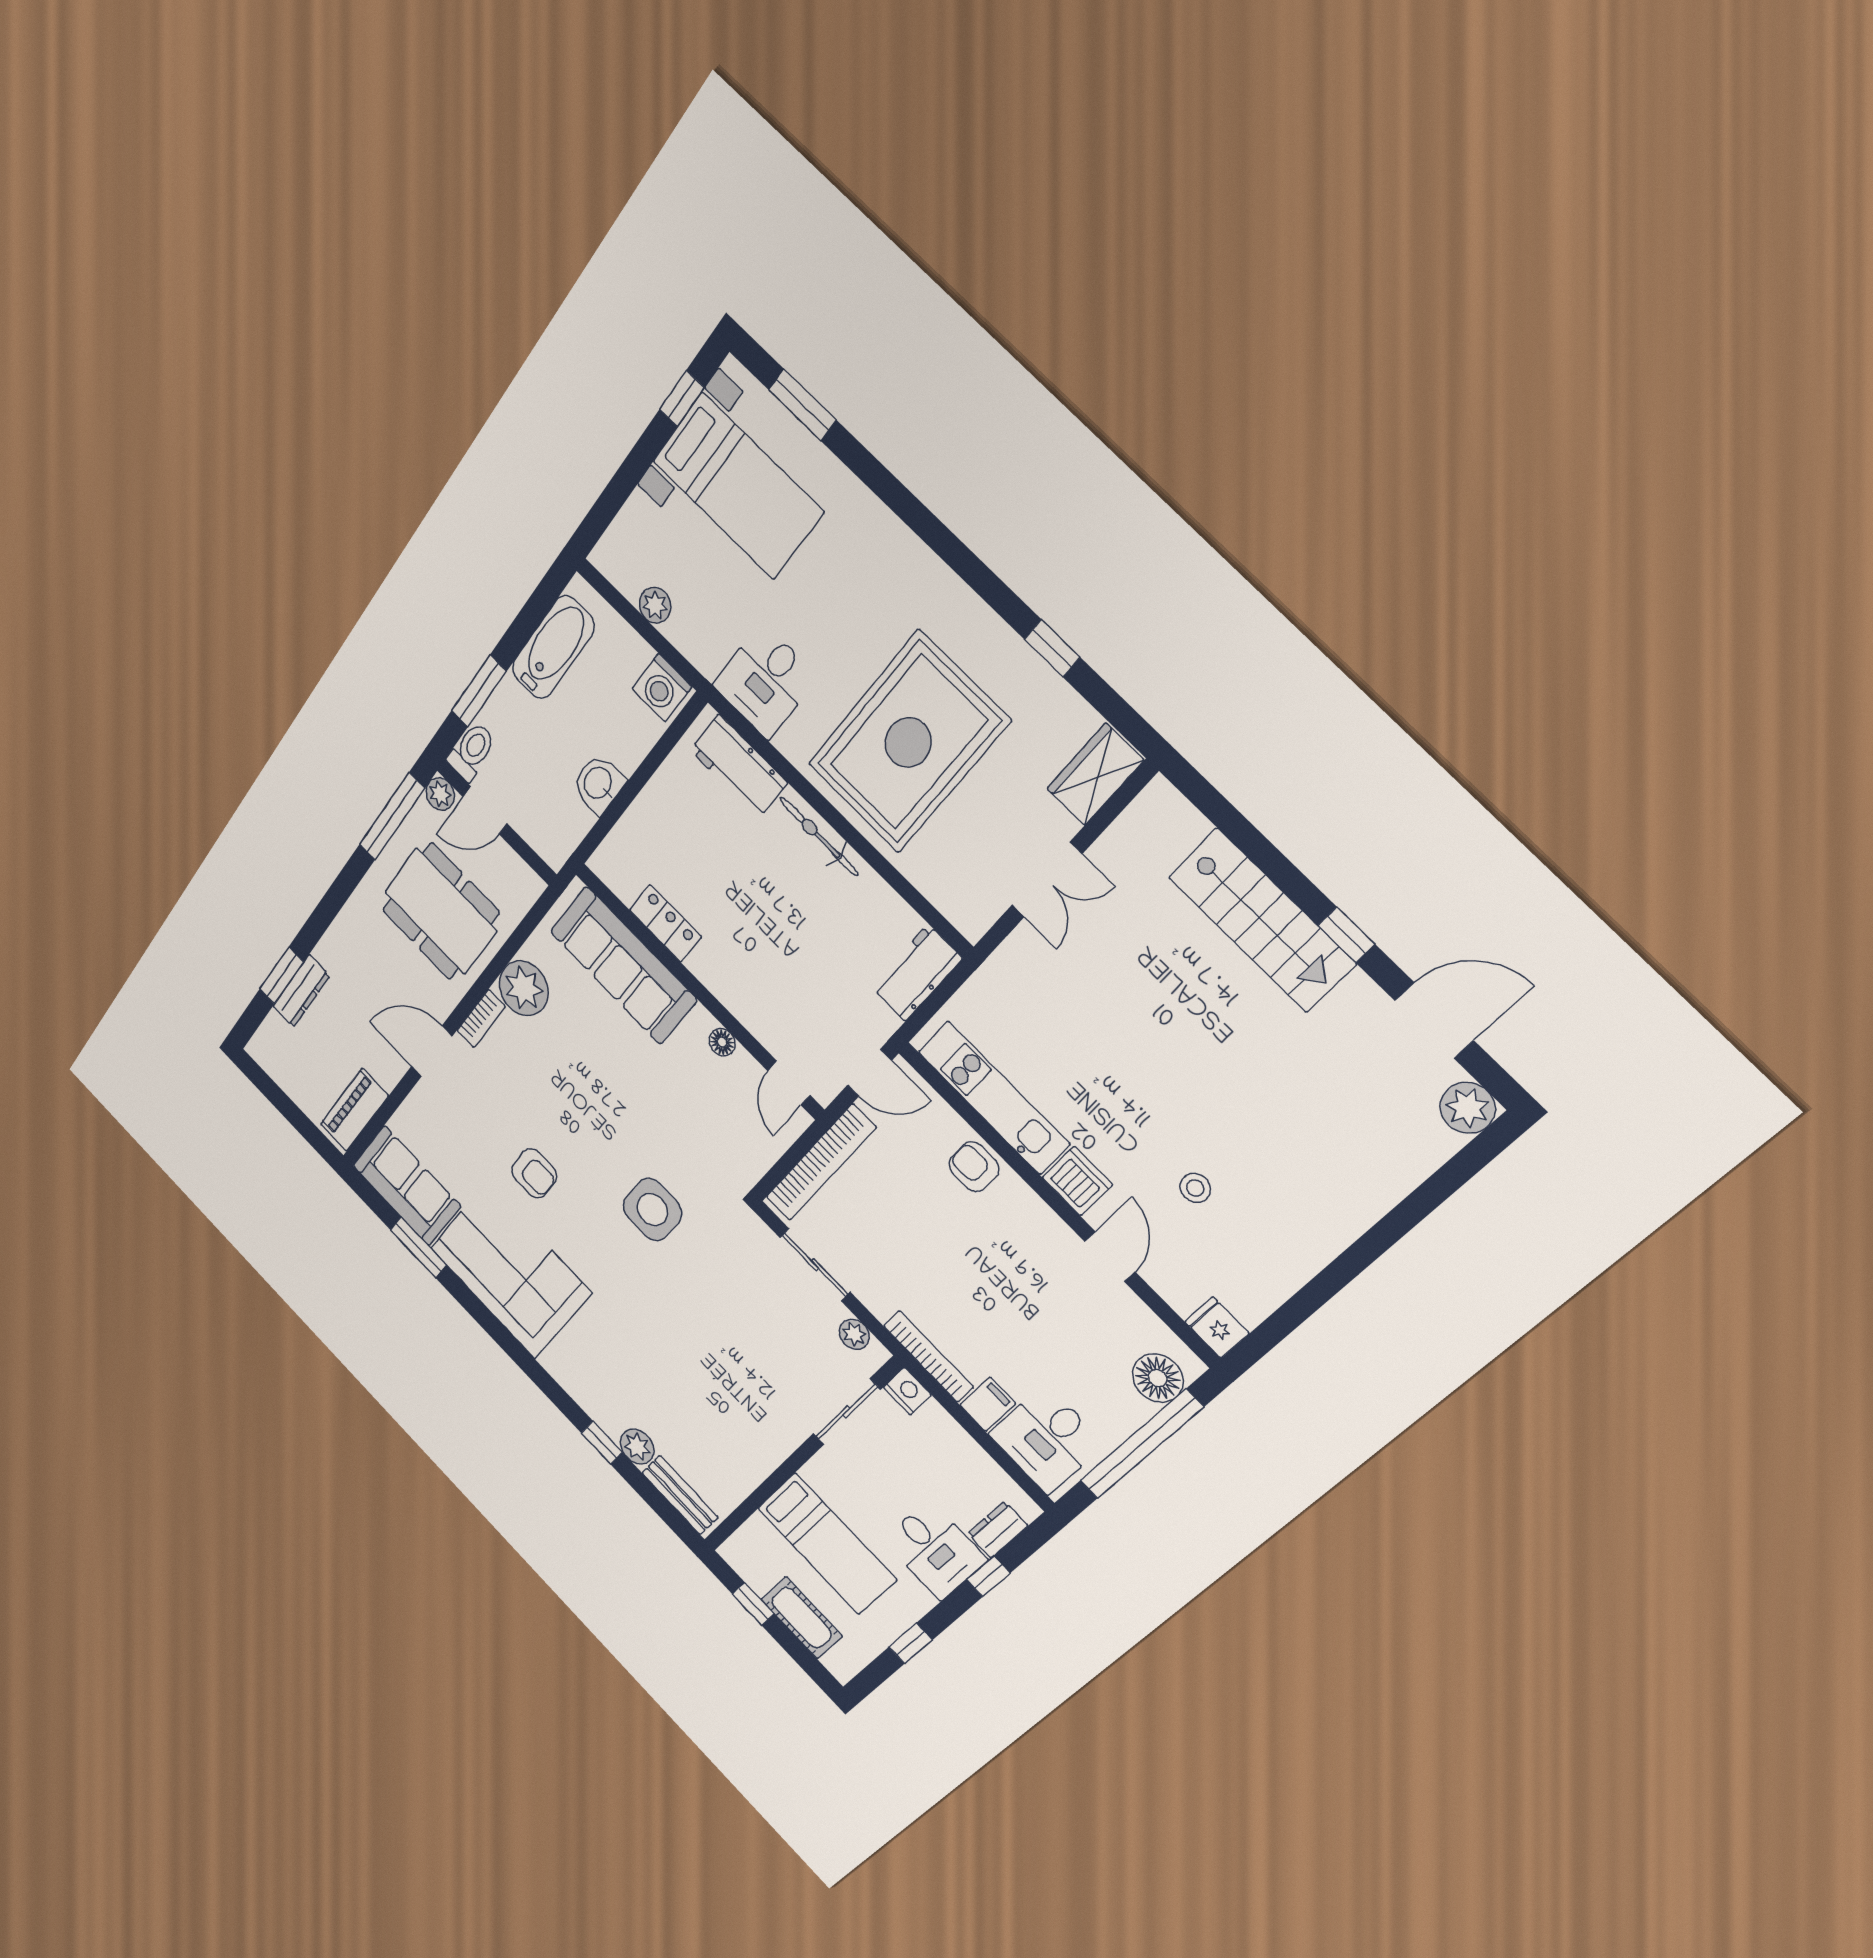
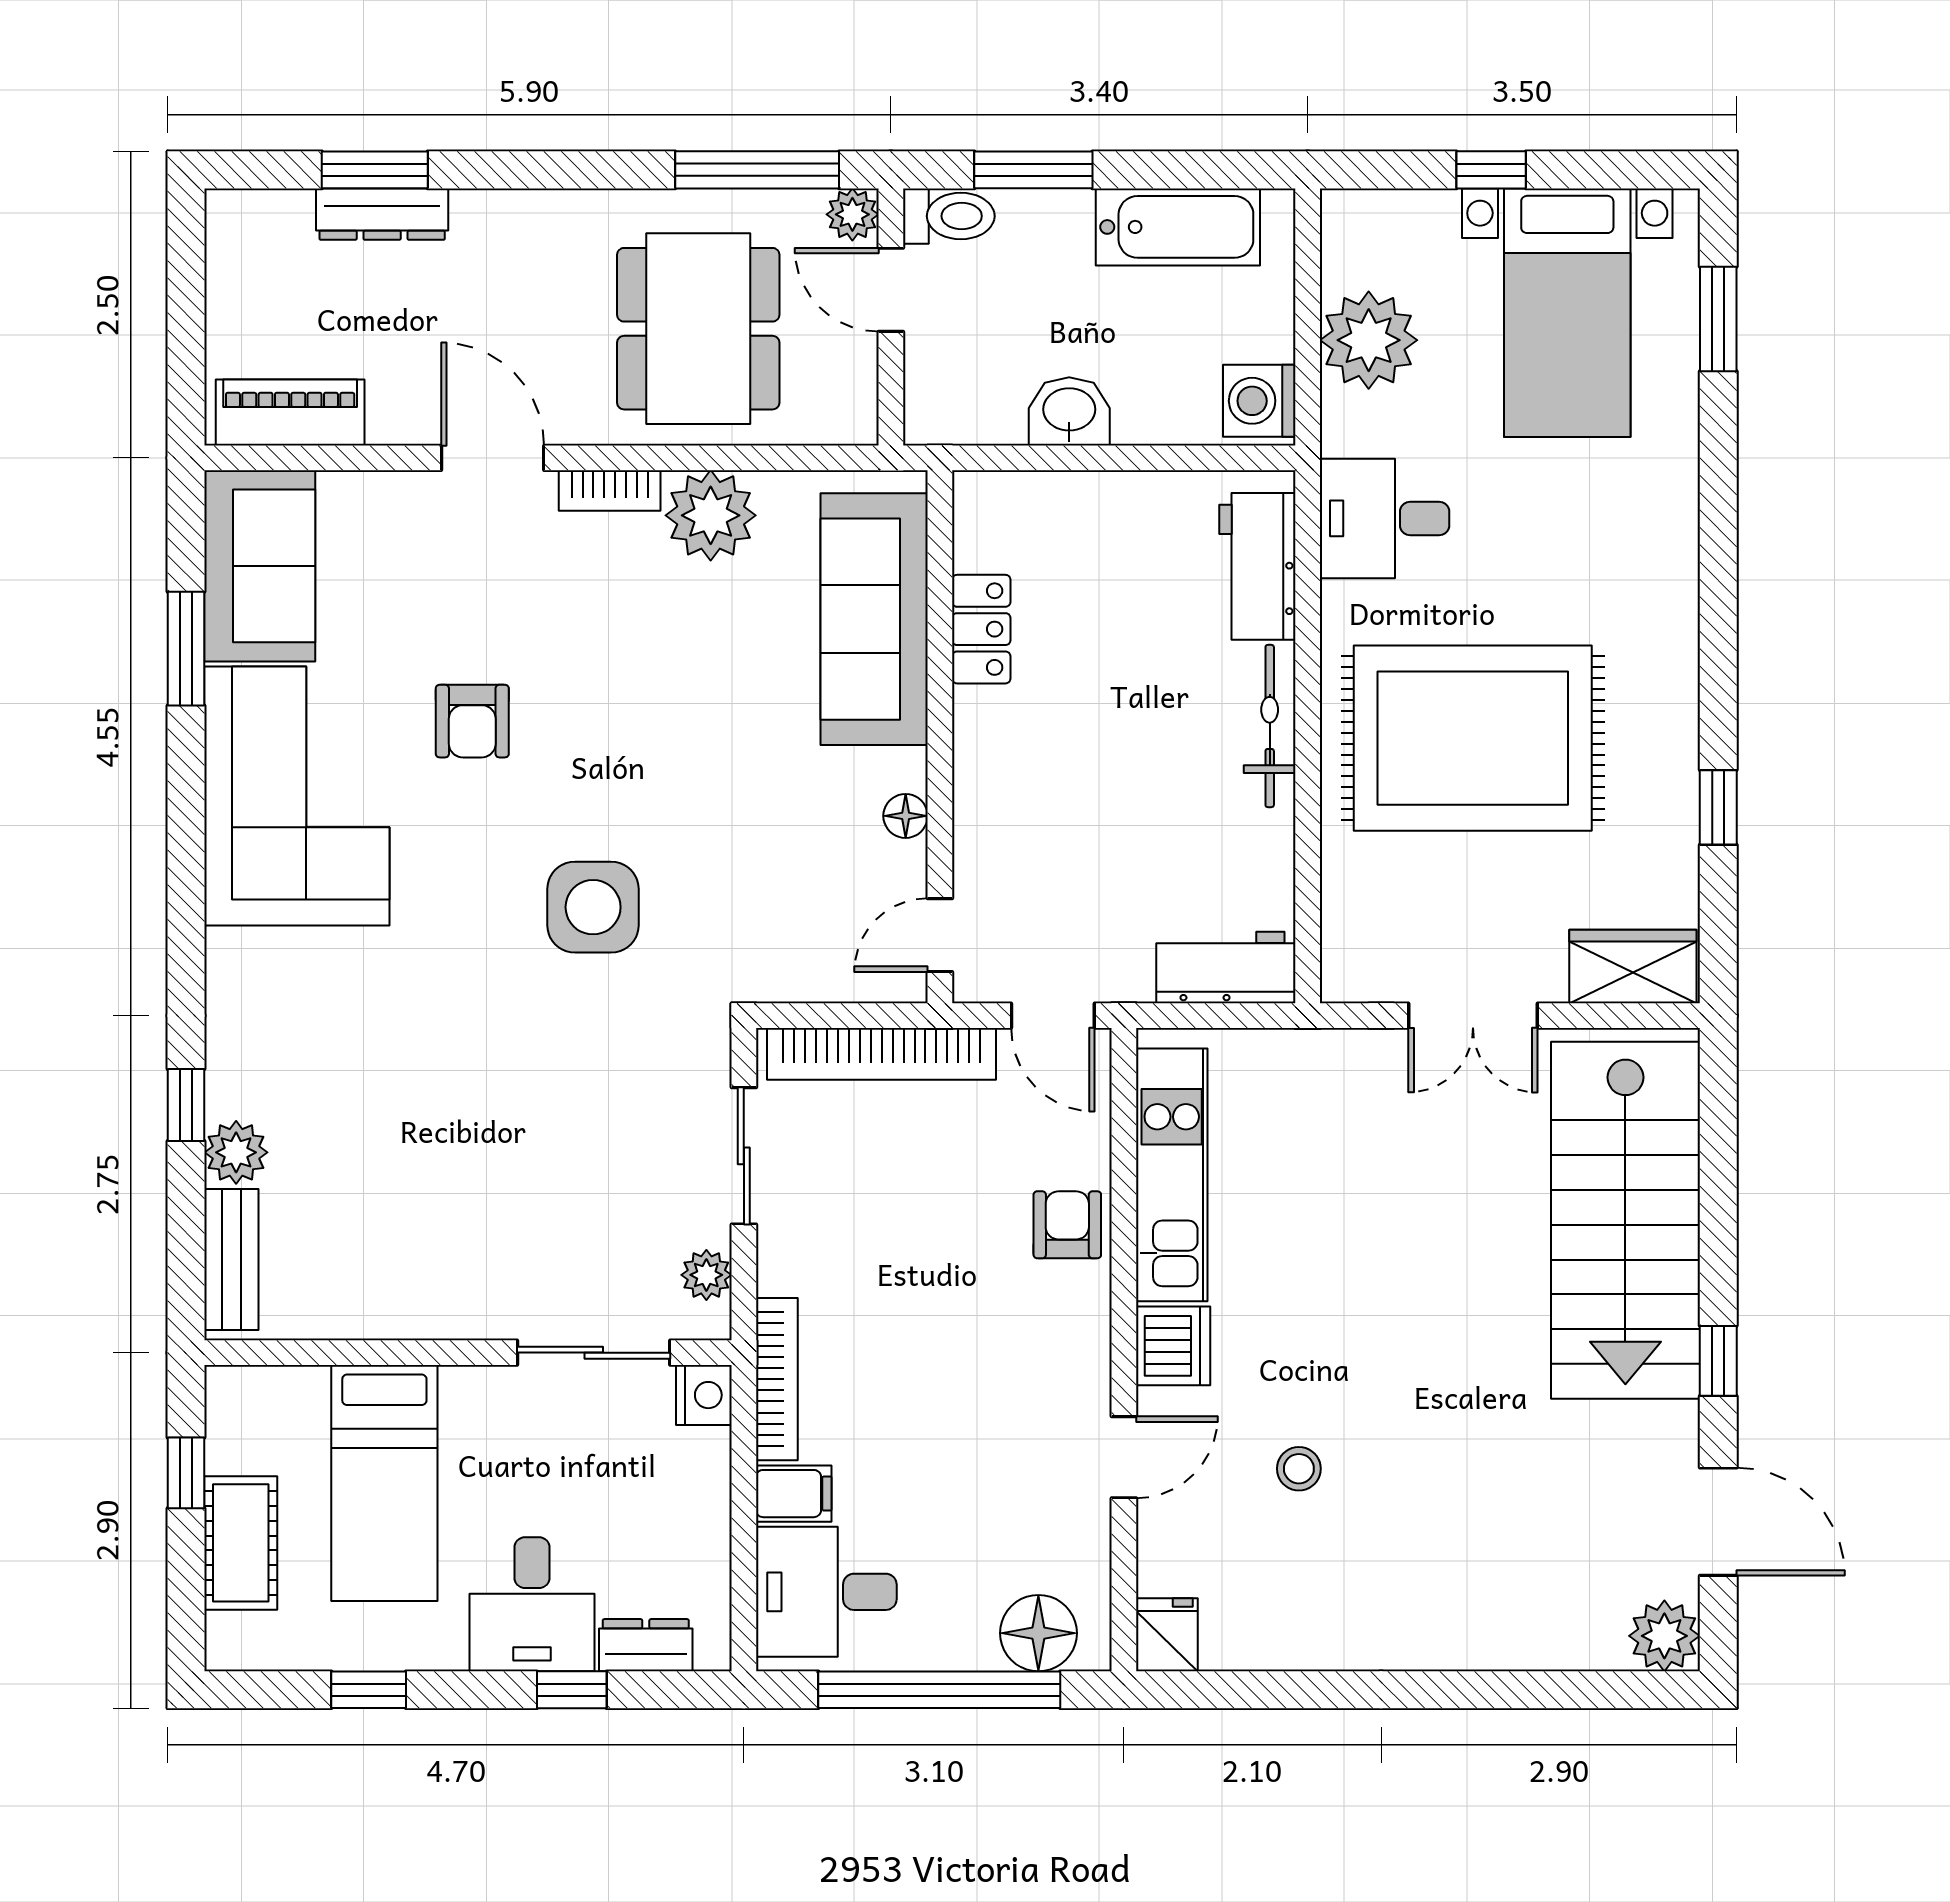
window: (682, 399) -> (1491, 170), moved
plant: (655, 605) -> (1369, 340), width x1.88, depth x1.88
stairs: (1262, 920) -> (1625, 1220), width x1.36, depth x1.51

